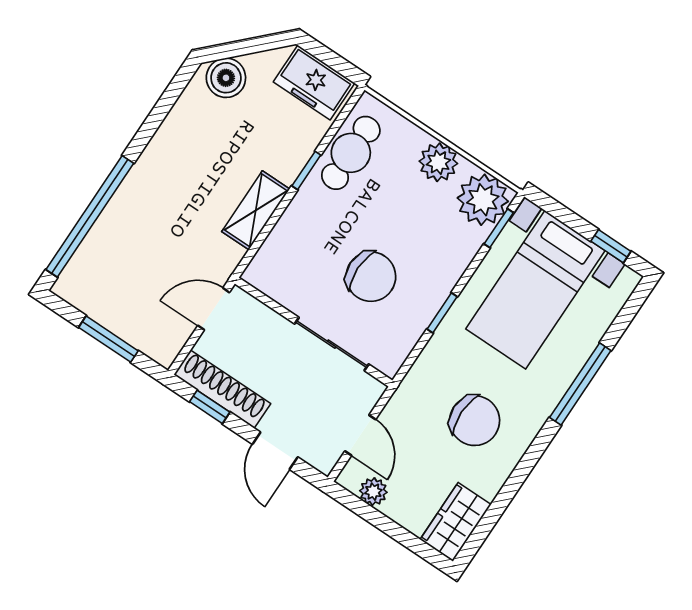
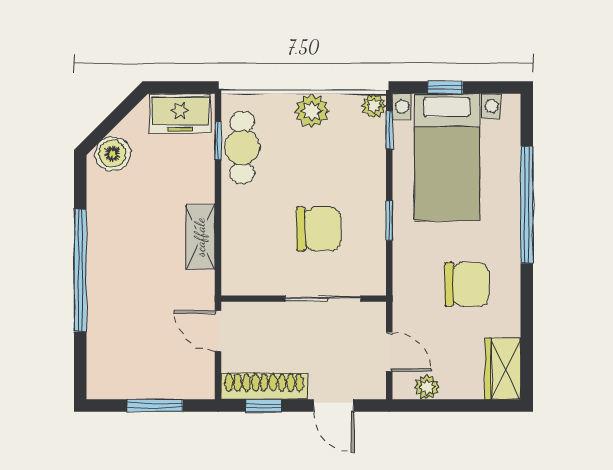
window: (306, 170) -> (218, 140), moved
plant: (483, 200) -> (374, 106), width x0.53, depth x0.53
window: (90, 216) -> (80, 270), moved
window: (611, 246) -> (445, 88), moved
door: (214, 309) -> (218, 331), hinge flipped
window: (580, 384) -> (527, 205), width x1.46

